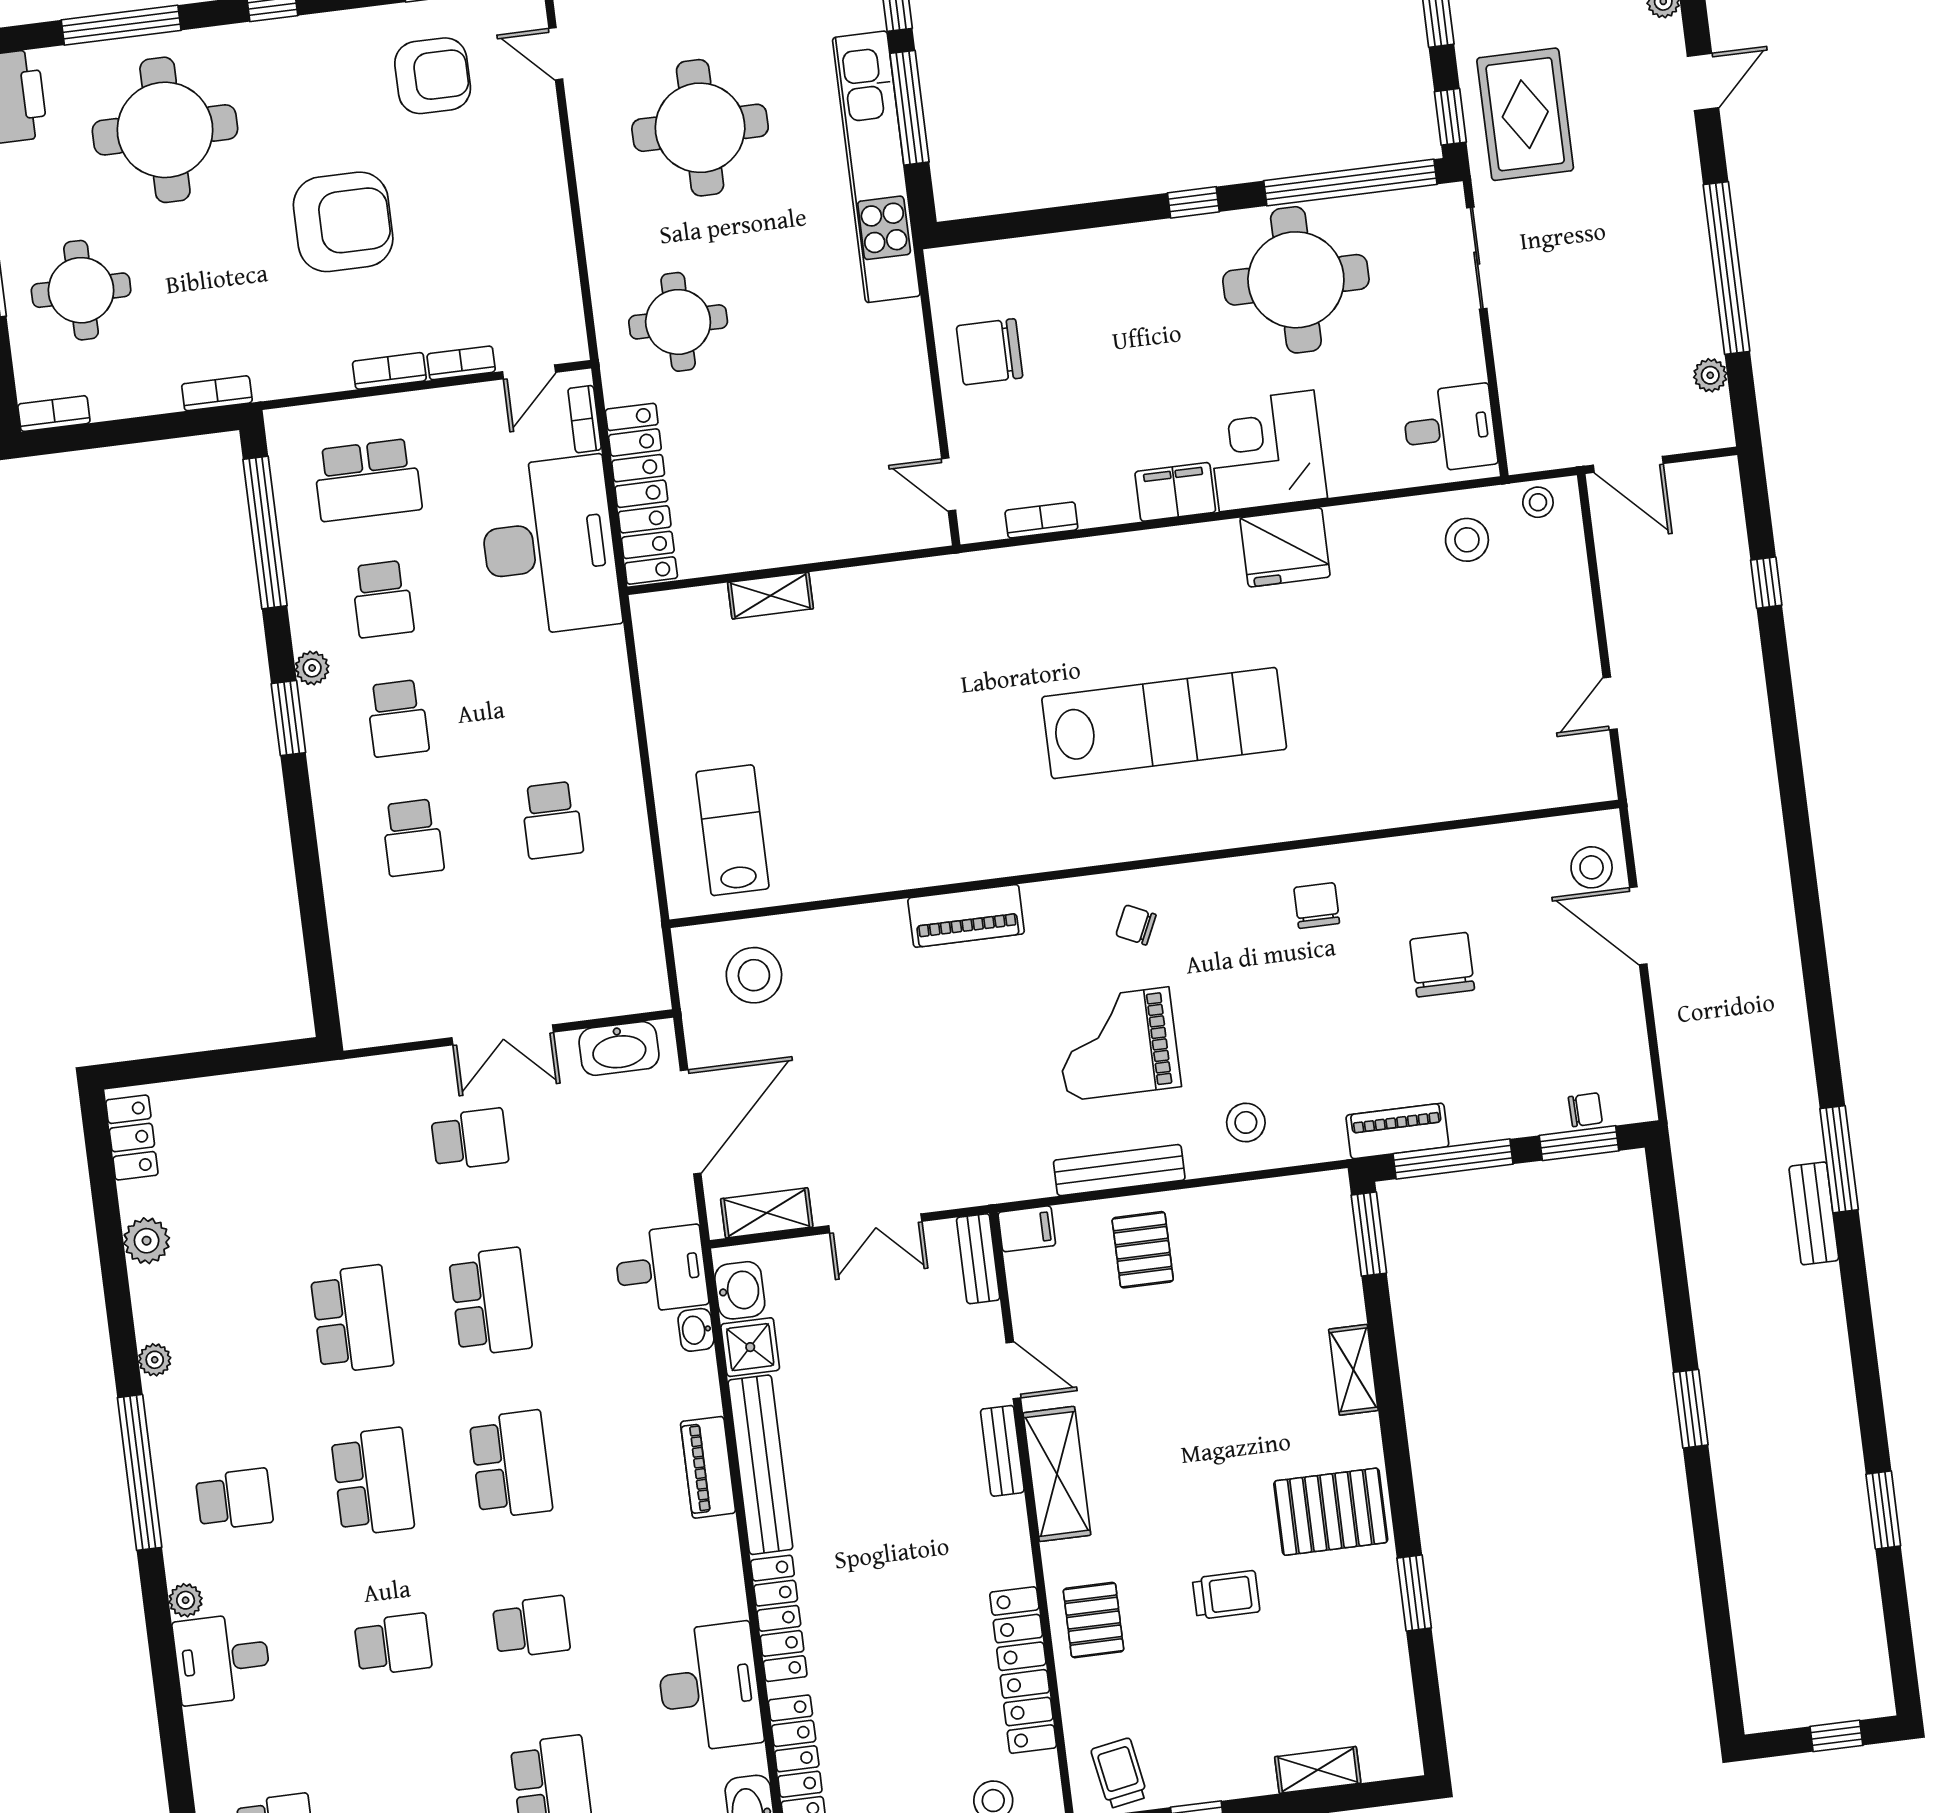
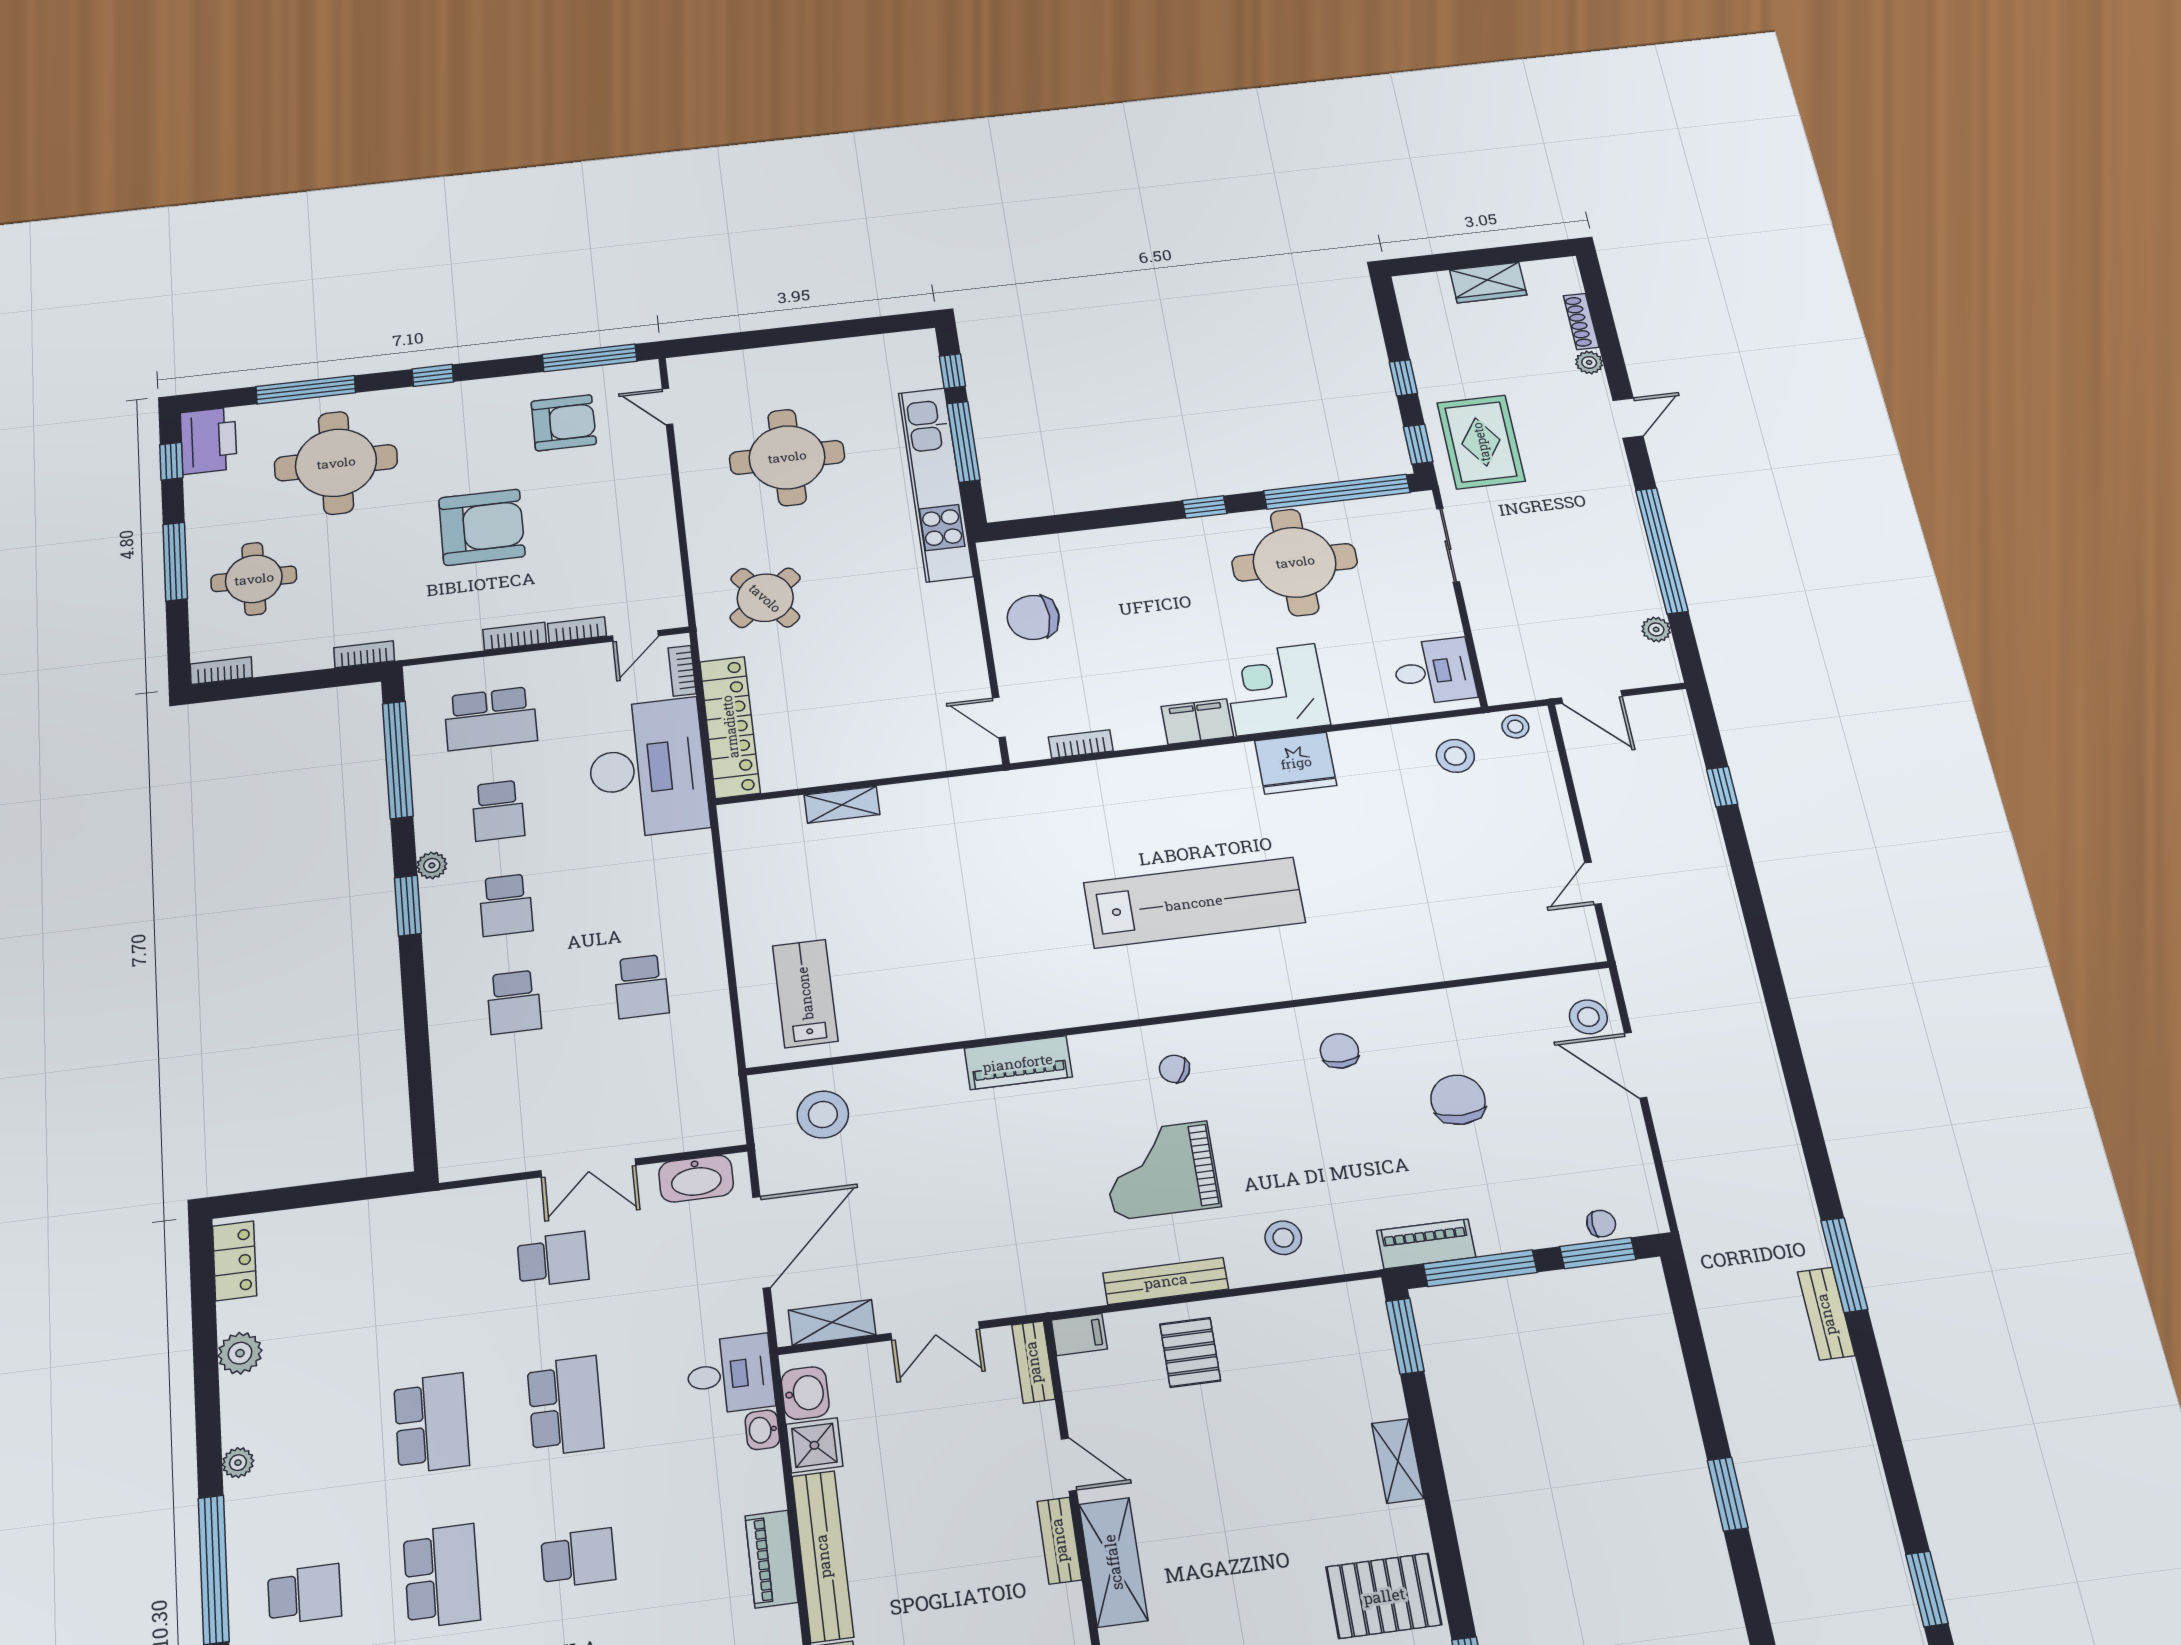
round table: (678, 322) -> (765, 598), turned -38
school desk: (511, 1464) -> (578, 1558), width x0.54

